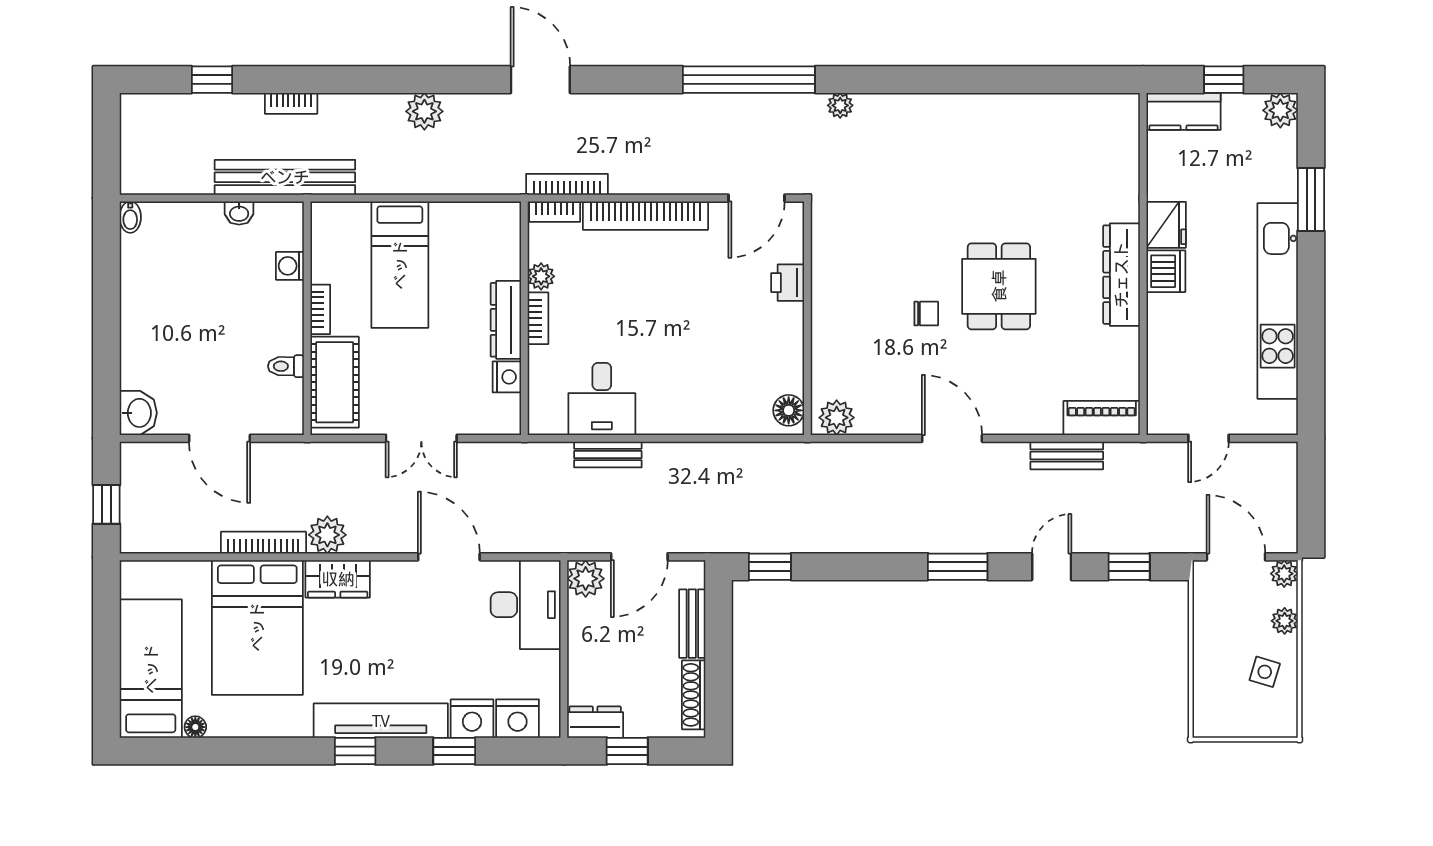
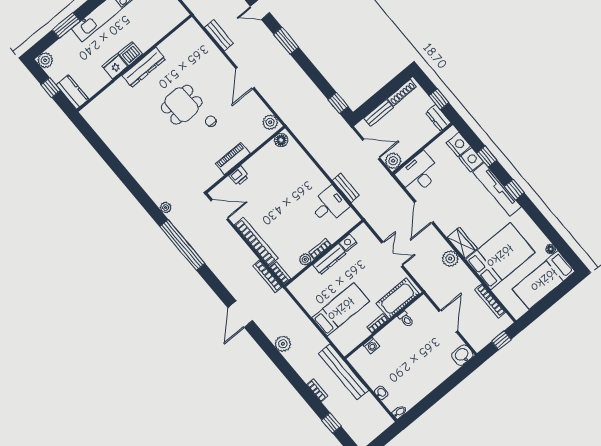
washbasin: (239, 213) -> (381, 393), moved
piano: (1102, 418) -> (233, 158), moved, turned 90
bookcase: (263, 543) -> (490, 301), moved

